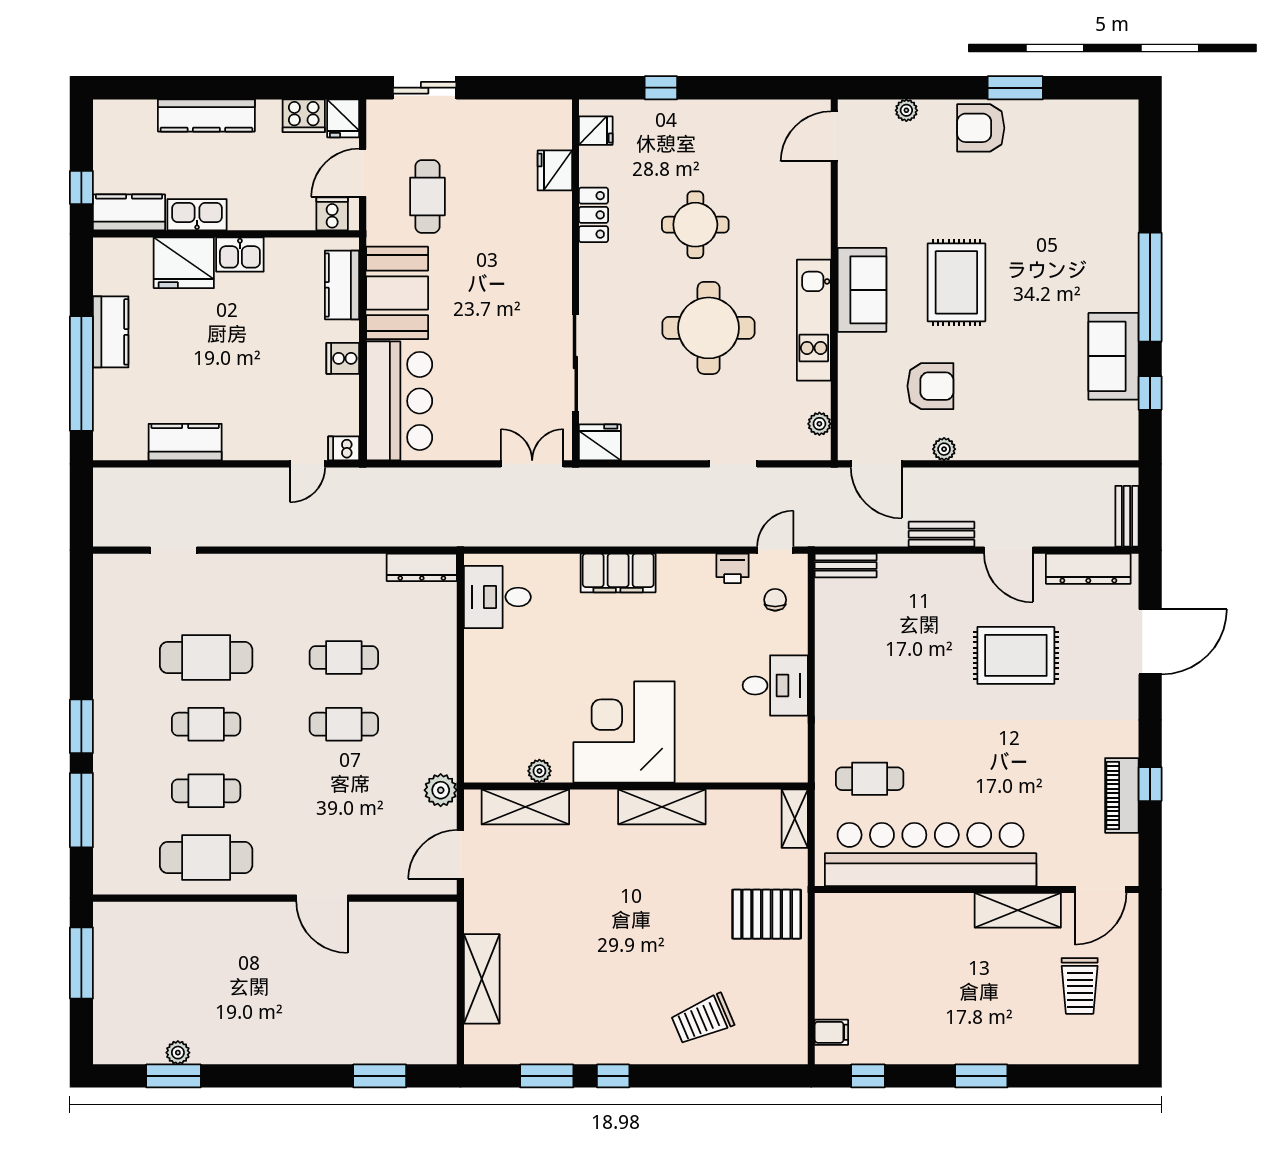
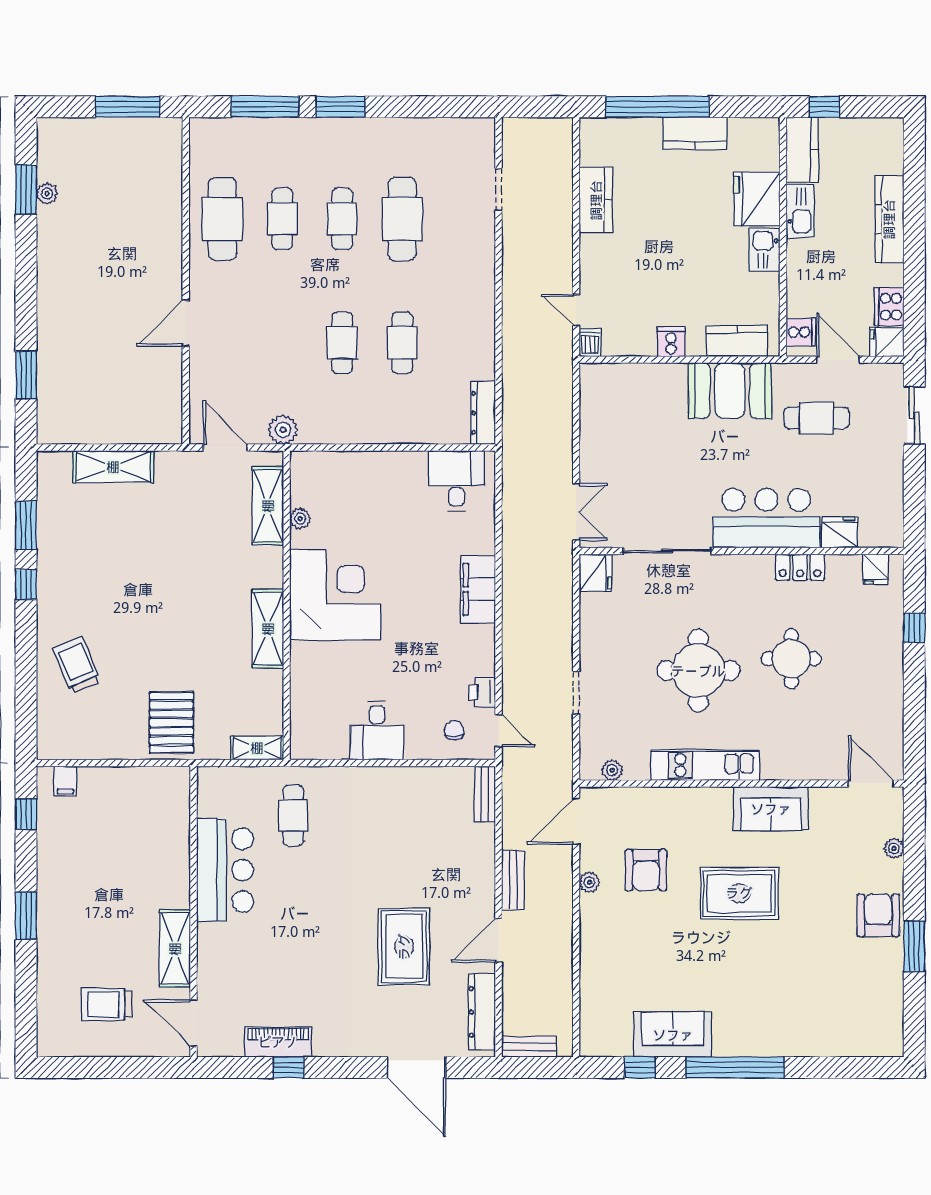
sofa: (862, 290) -> (771, 809), moved
bar counter: (399, 401) -> (766, 518), moved, turned 180
chair: (775, 600) -> (454, 730), turned -92
bar counter: (931, 854) -> (225, 870), width x0.54

